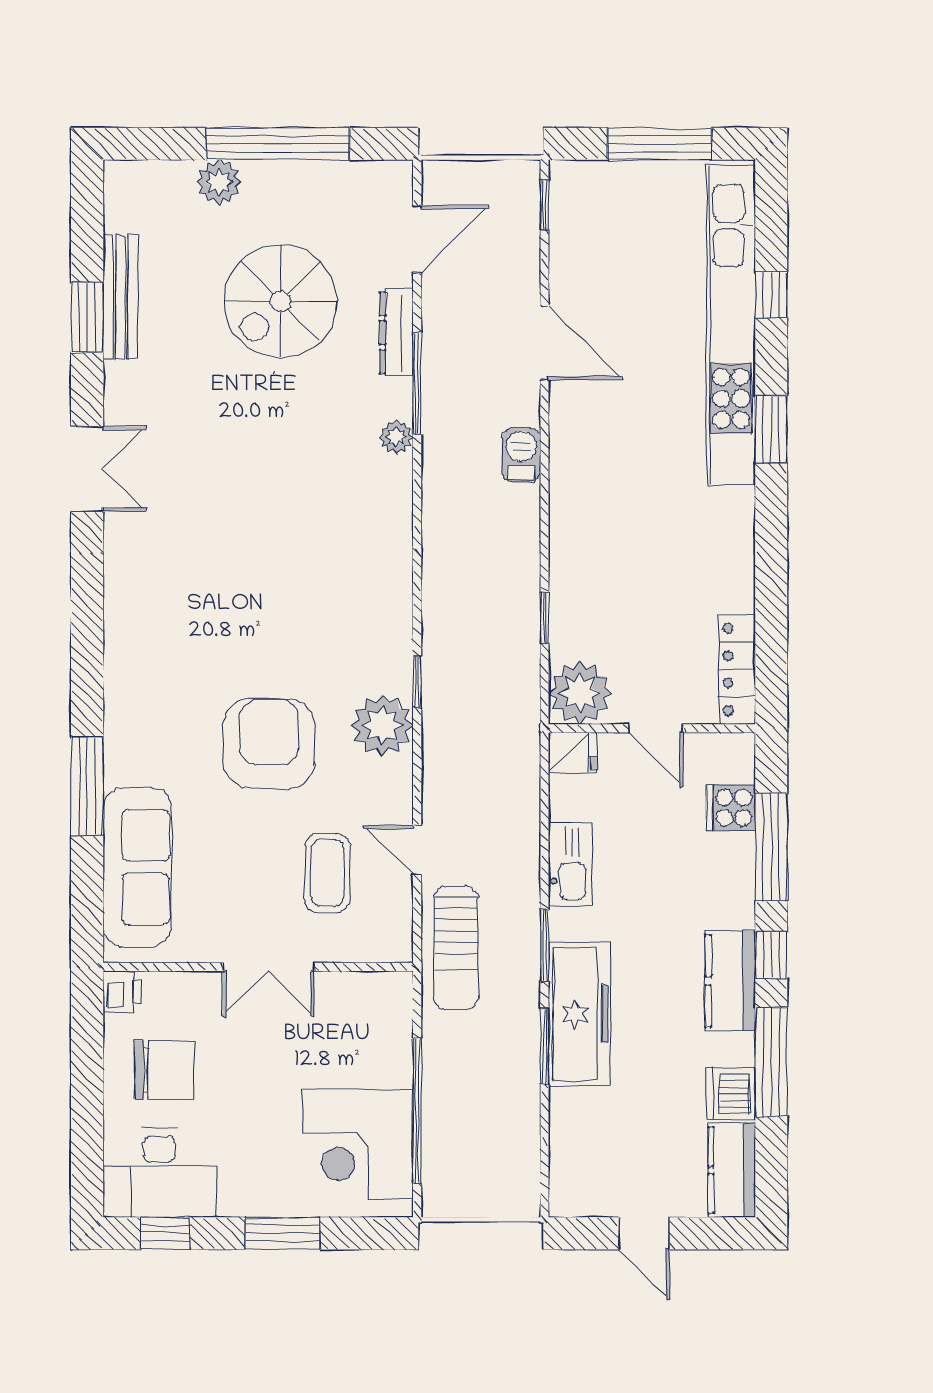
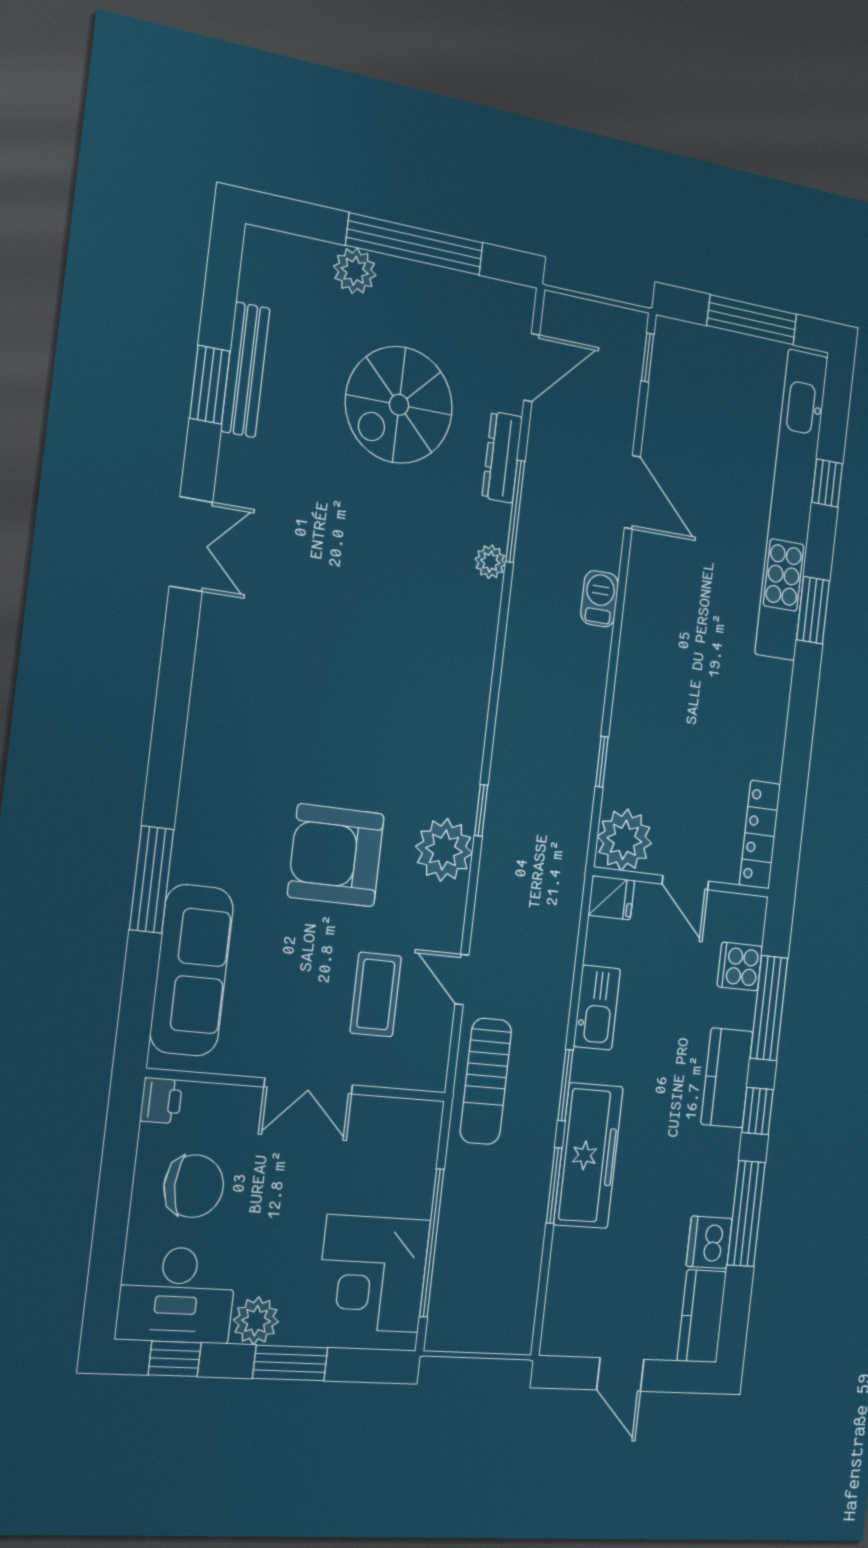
armchair: (269, 743) -> (336, 855), turned -90
kitchen counter: (730, 981) -> (727, 1078), moved
plant: (242, 1194) -> (256, 1321), added

